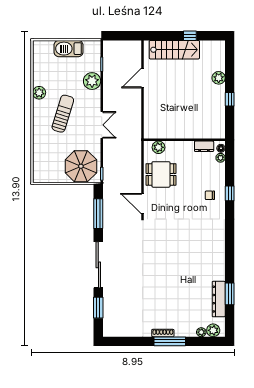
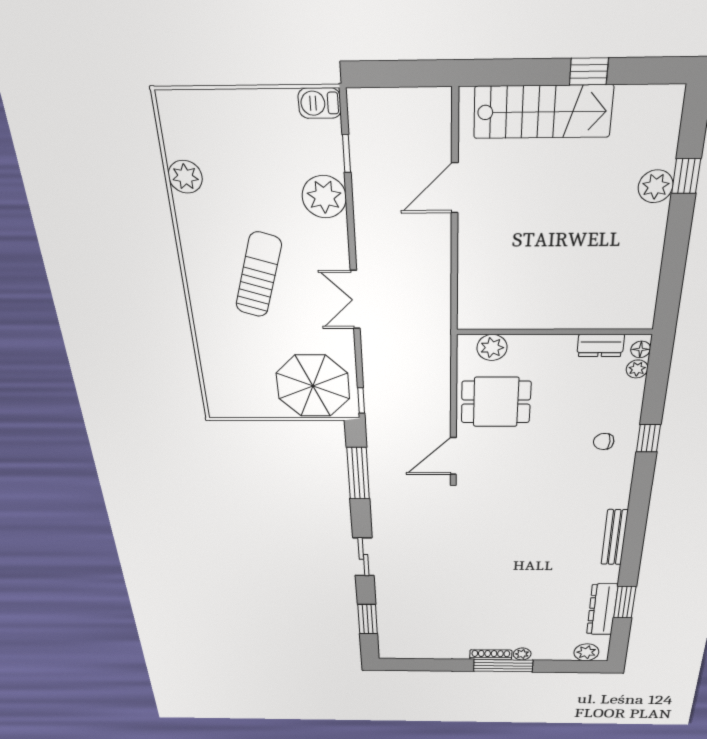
barbecue: (68, 49) -> (320, 103), moved, width x0.53, depth x0.65
plant: (39, 93) -> (185, 177), moved
window: (230, 99) -> (686, 176), moved
double door: (102, 125) -> (355, 300), swing flipped
door: (142, 204) -> (453, 456), hinge flipped
bench: (220, 251) -> (615, 537), added
sliding door: (98, 265) -> (364, 557), width x0.54
plant: (201, 332) -> (522, 654), moved

